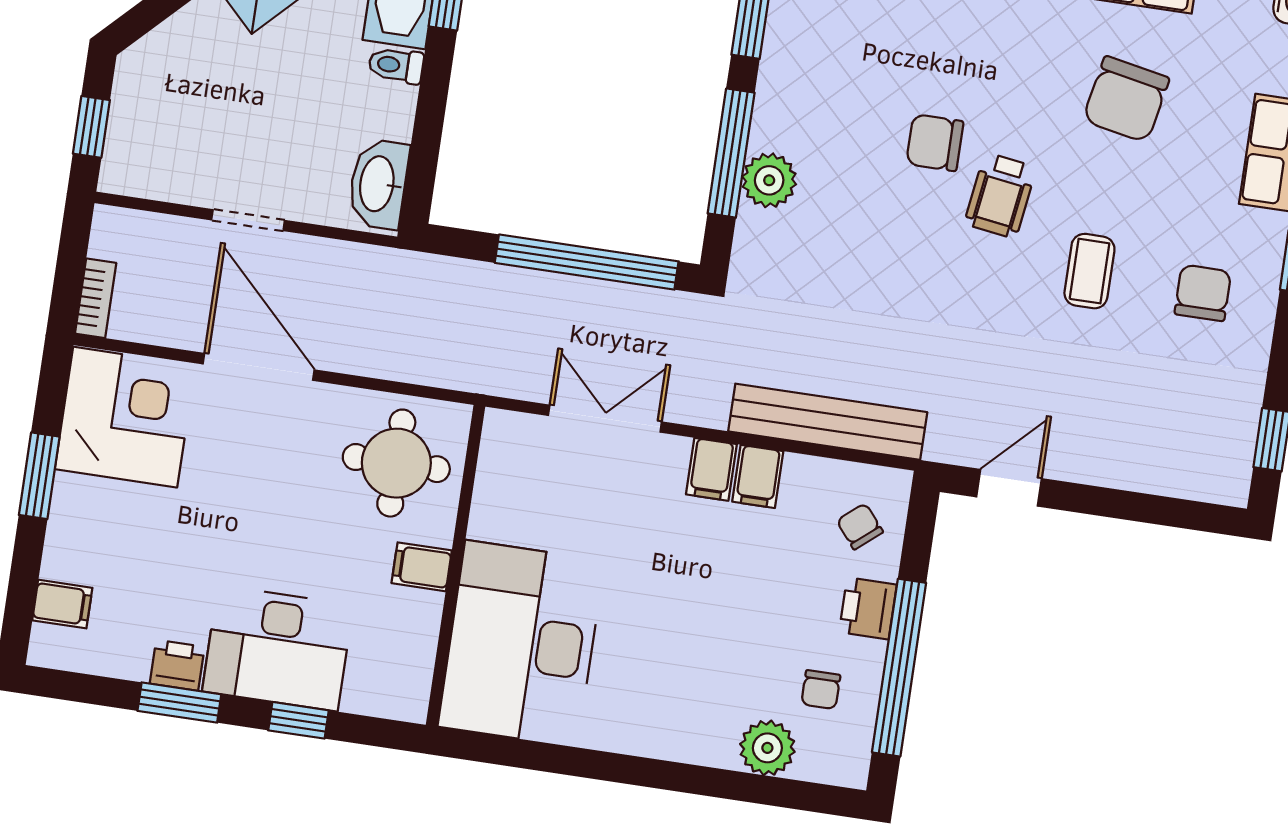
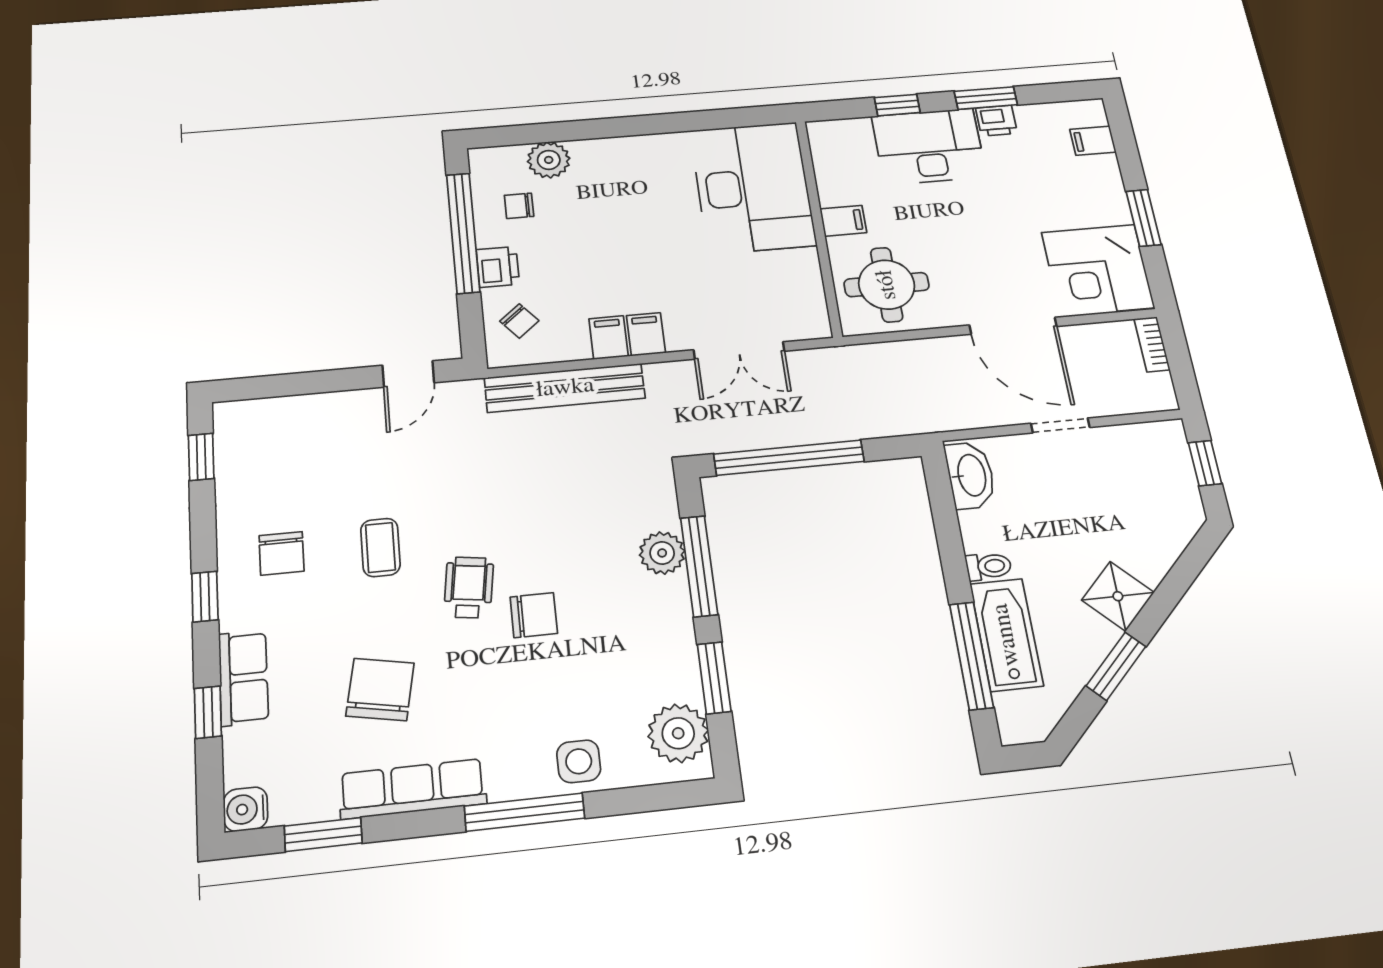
chair: (821, 690) -> (519, 206), turned -90

